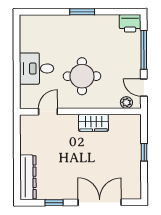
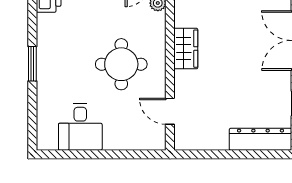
desk: (37, 69) -> (80, 127), moved

